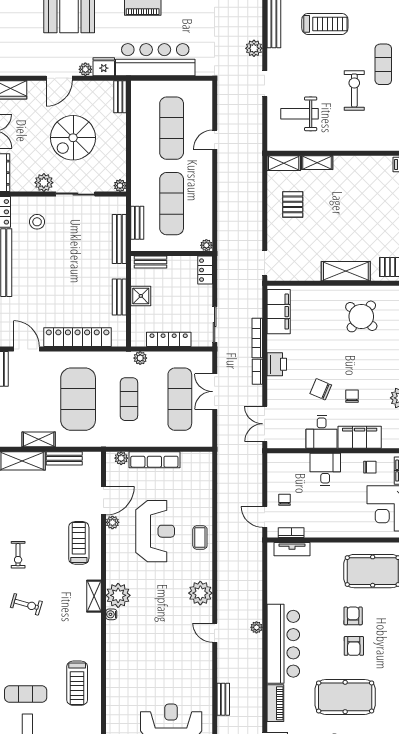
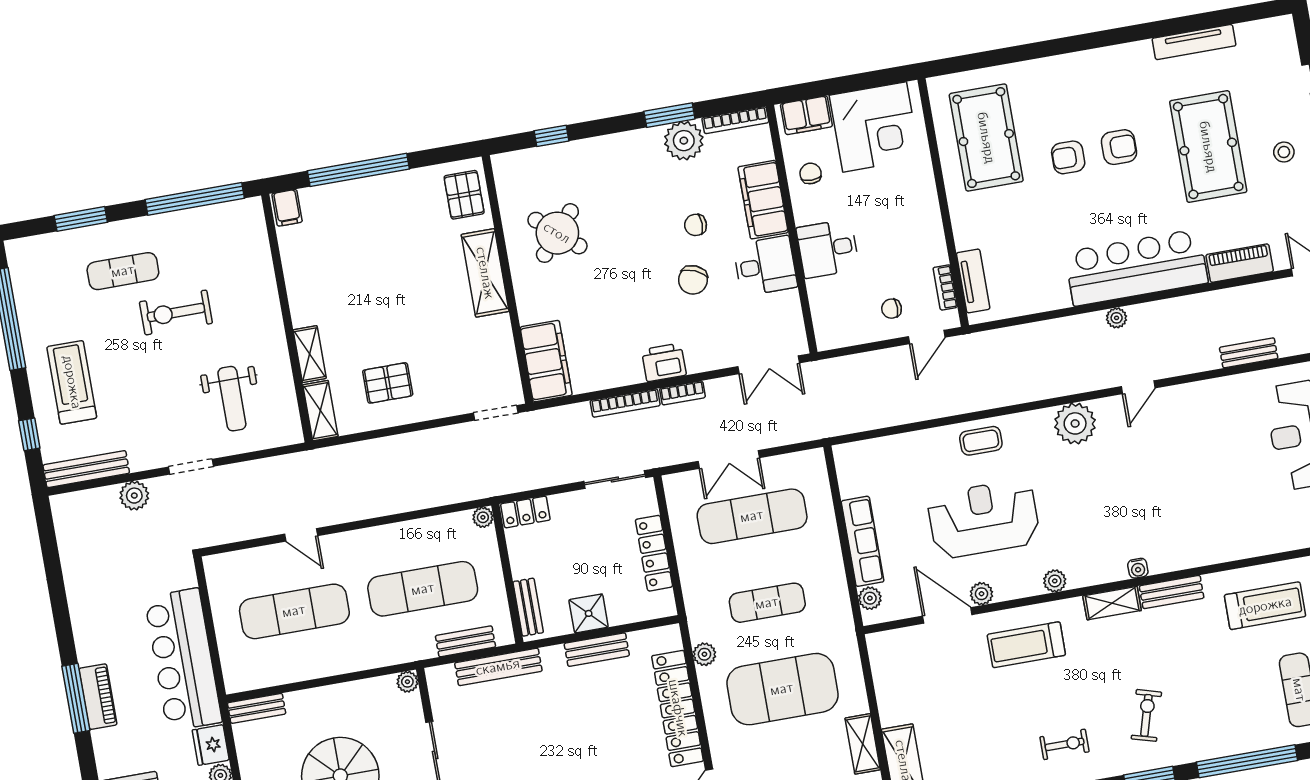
filing cabinet: (279, 312) -> (546, 361), moved, turned 90
plant: (140, 358) -> (704, 654), moved
bench: (64, 458) -> (1172, 592), moved, turned 90
plant: (118, 595) -> (1055, 581), moved, width x0.53, depth x0.53

